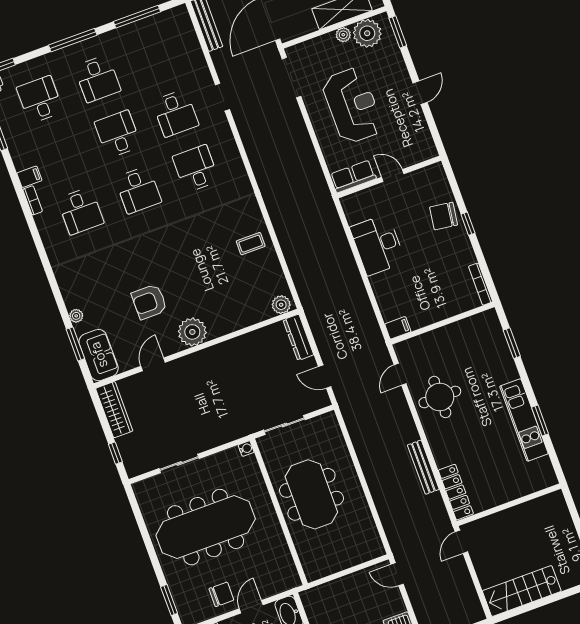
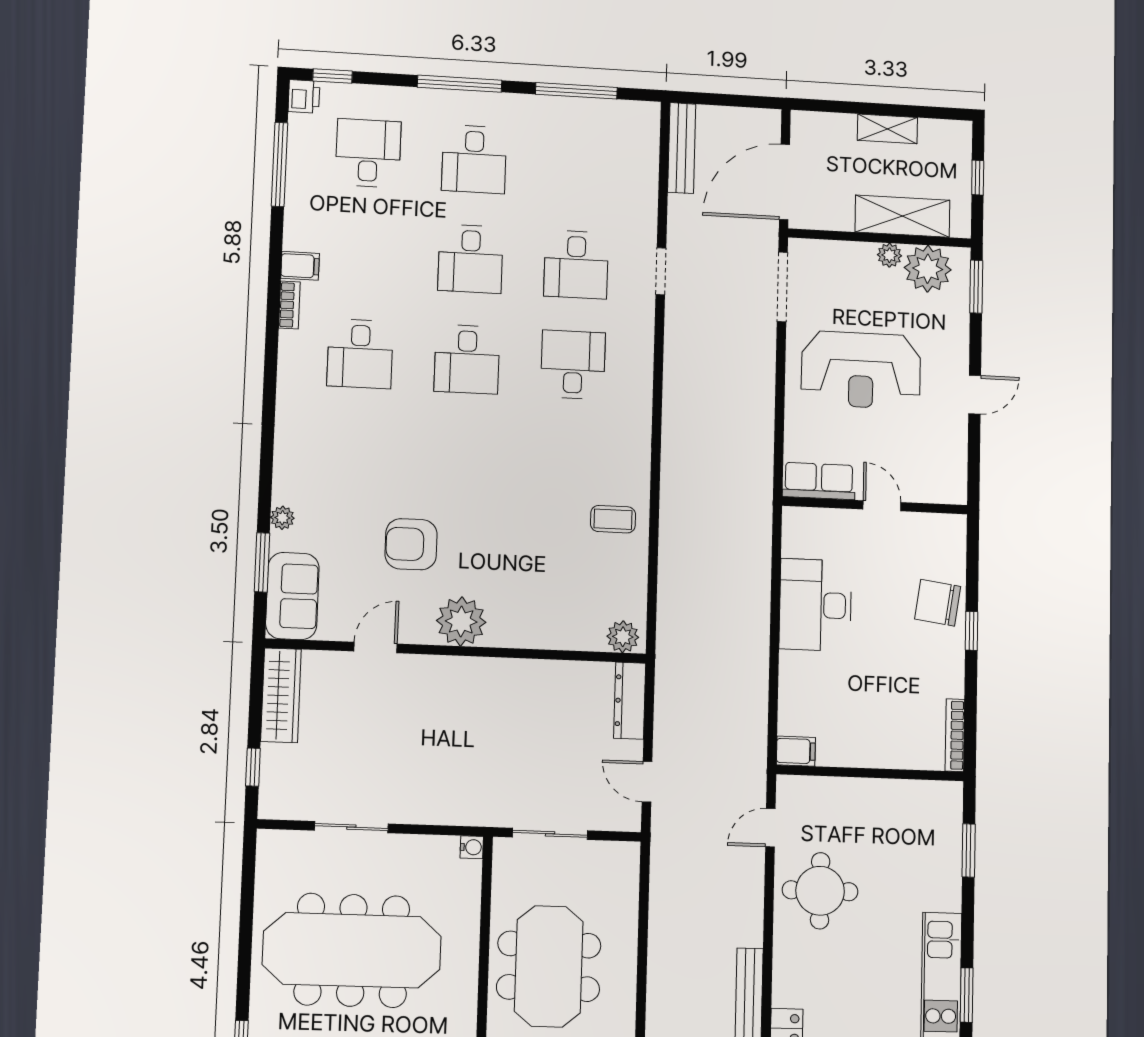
reception desk: (352, 105) -> (861, 370), turned 90
desk: (118, 134) -> (470, 259), turned 180

